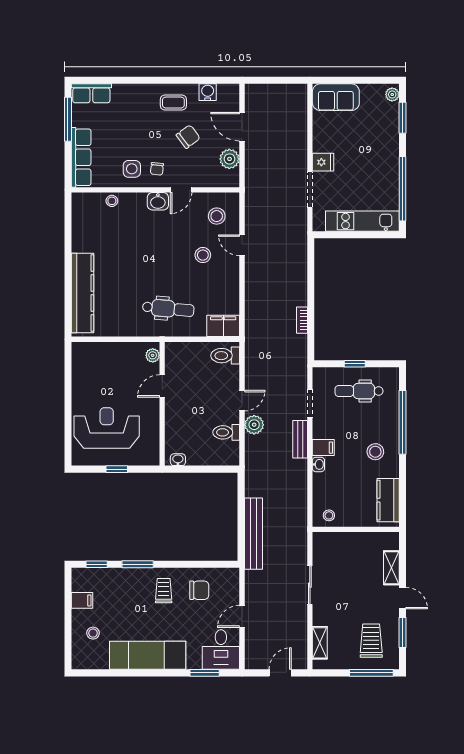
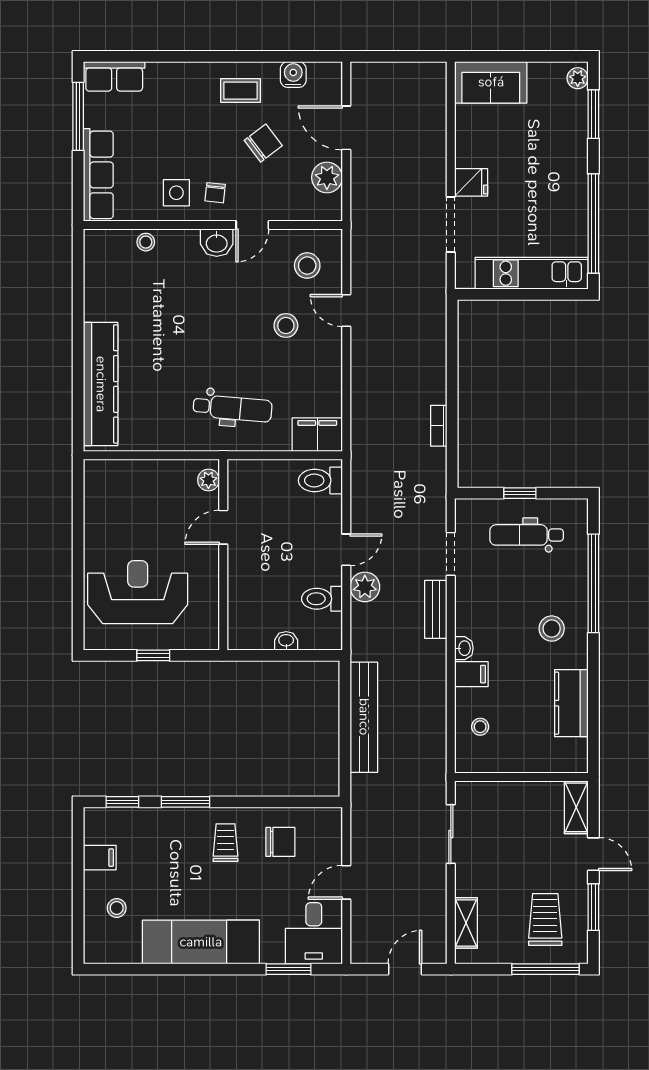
filing cabinet: (323, 448) -> (471, 674), moved
washbasin: (178, 460) -> (286, 641), moved
wall: (356, 529) -> (521, 777), moved
bench: (253, 534) -> (364, 717), moved

